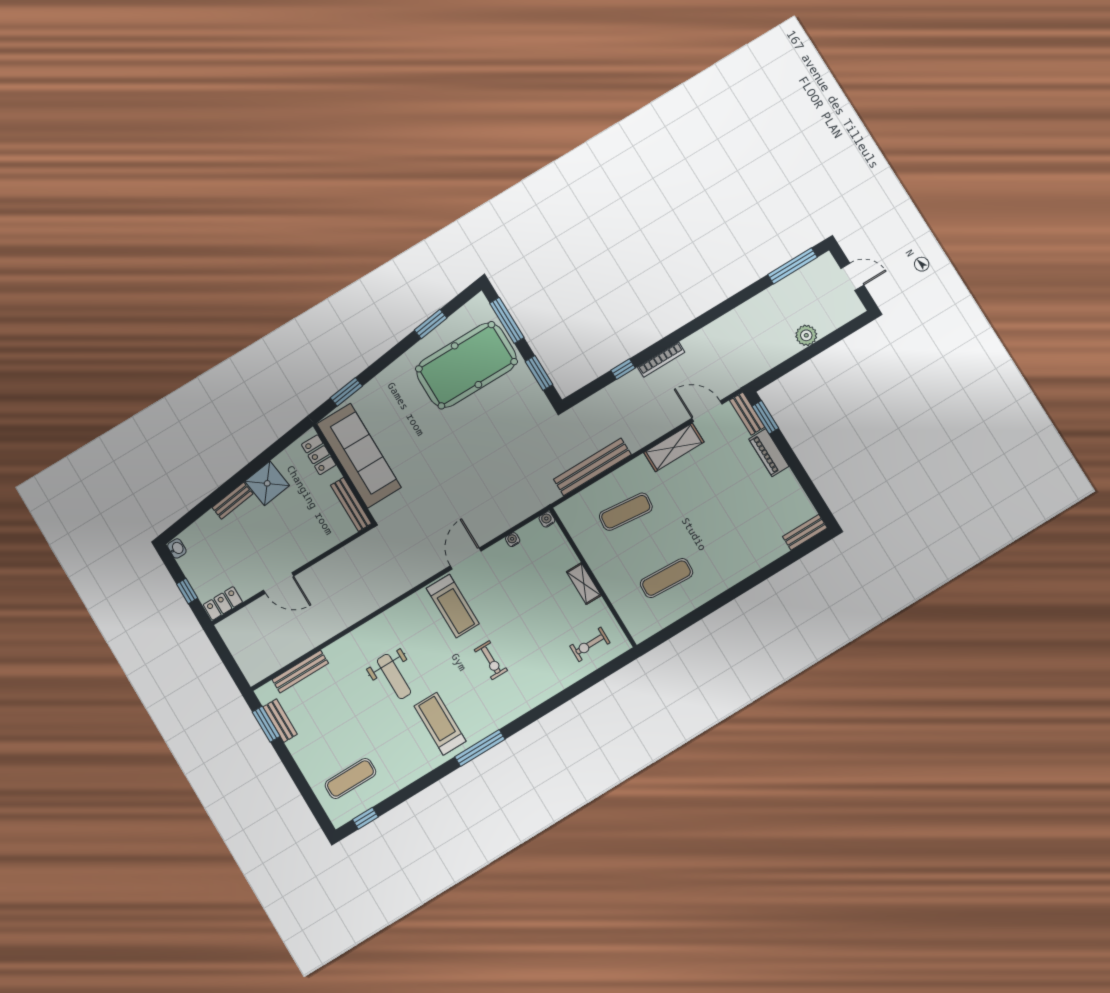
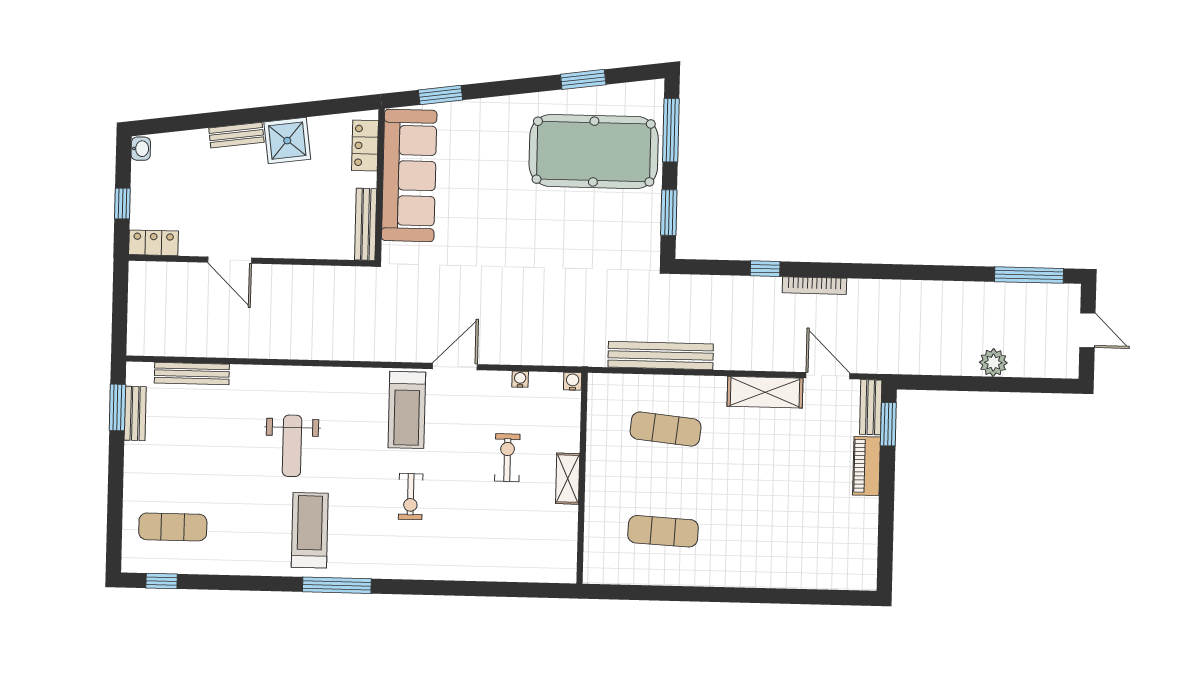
bench: (805, 532) -> (849, 579), removed
exercise bike: (590, 644) -> (507, 458), moved, turned 90

